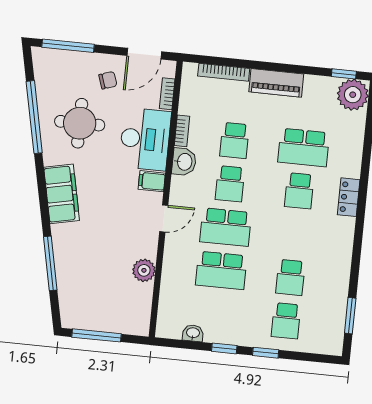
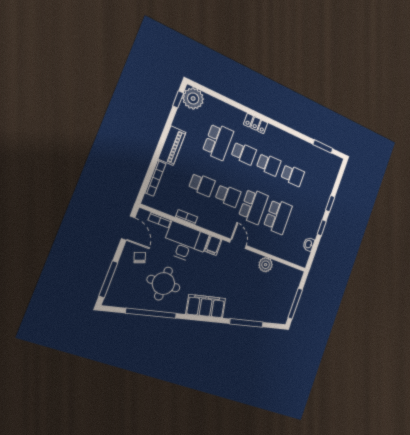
washbasin: (184, 162) -> (207, 221), removed
school desk: (286, 321) -> (269, 164), moved

